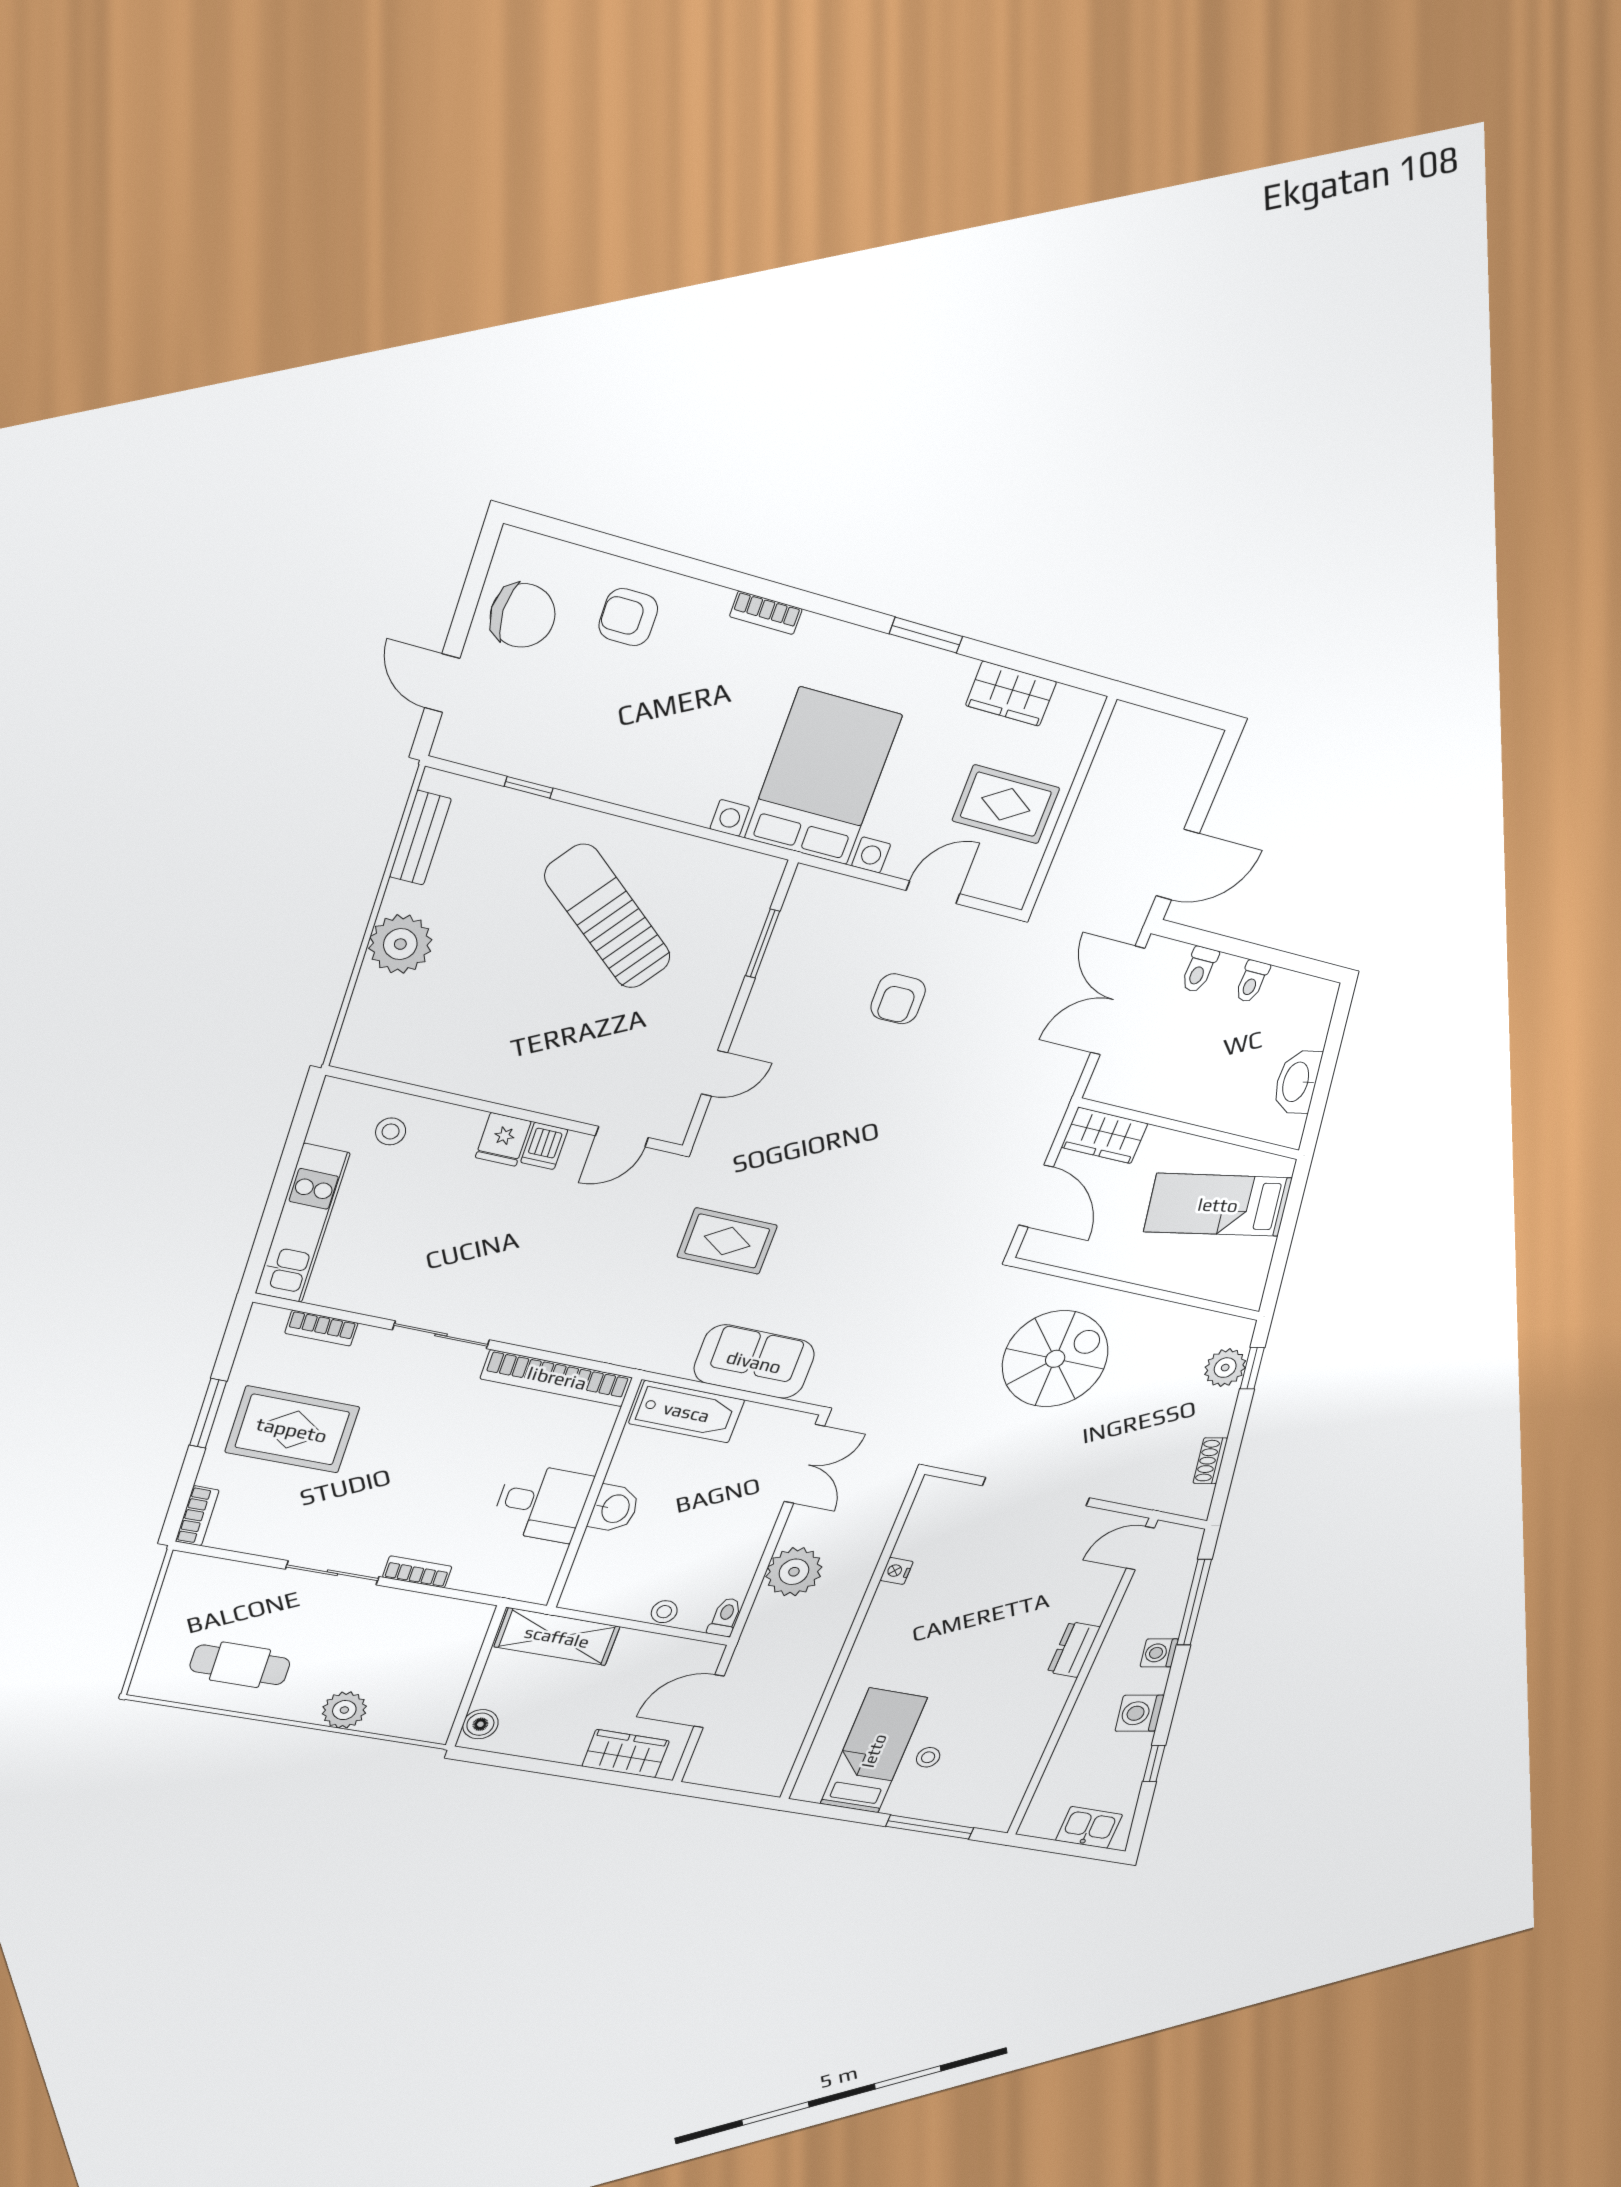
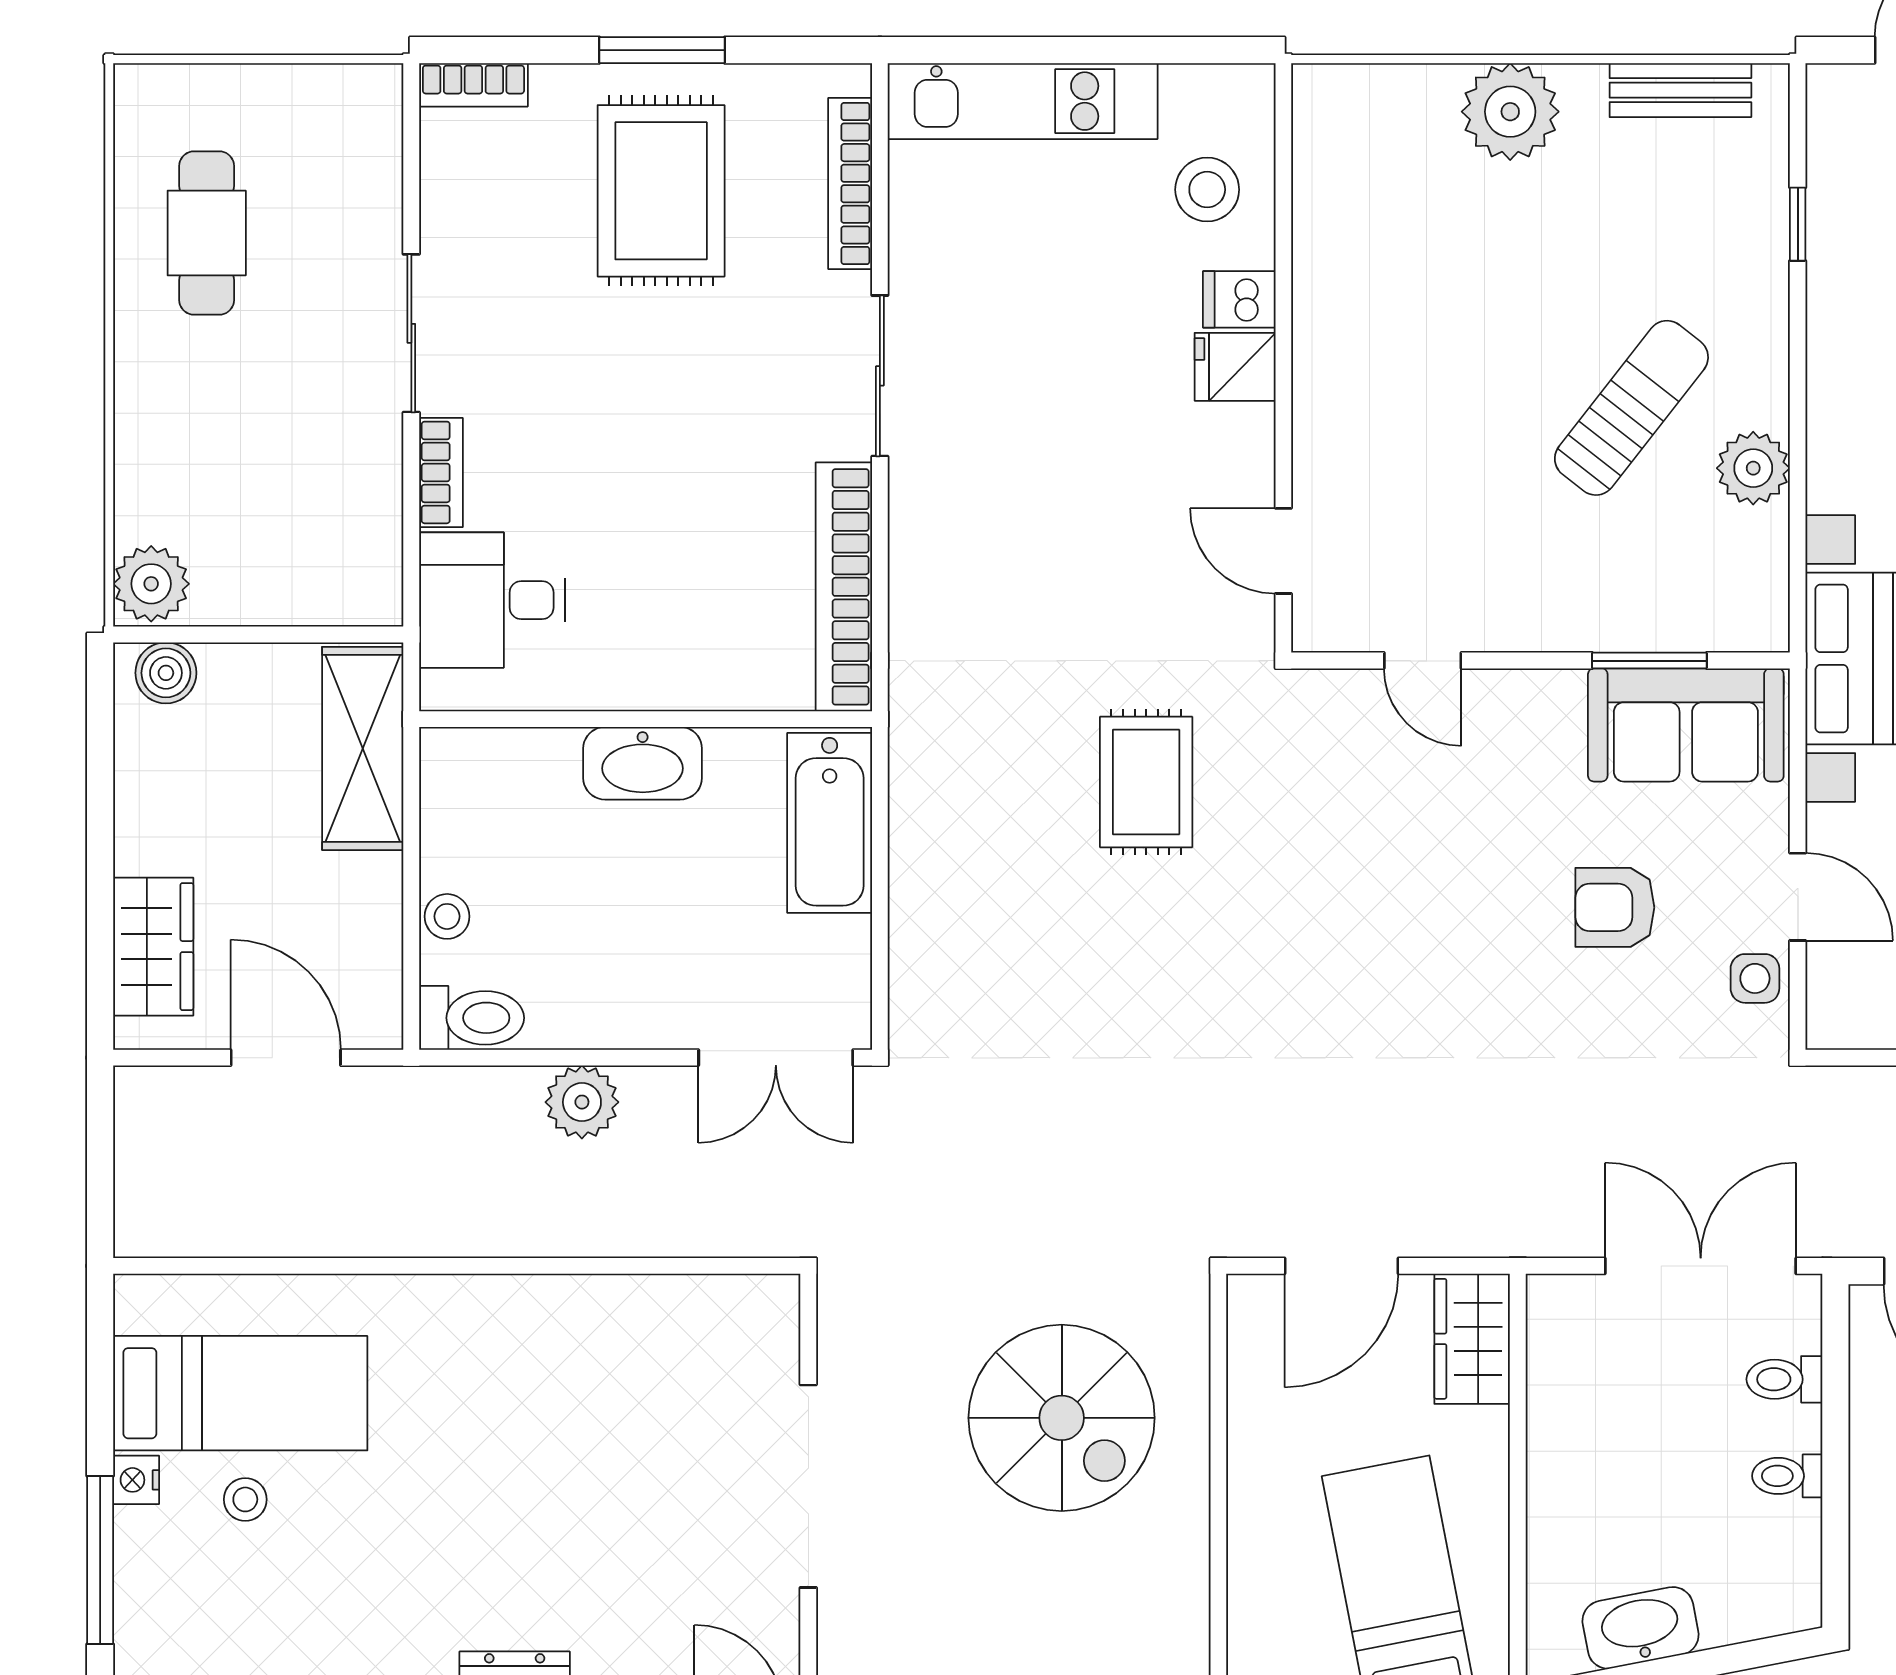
plant: (670, 853) -> (1753, 468), added
sun lounger: (608, 917) -> (1631, 408), width x0.73, depth x0.75
side table: (970, 929) -> (1755, 978), added
stool: (391, 1131) -> (1207, 190), width x1.37, depth x1.37
dishwasher: (544, 1146) -> (1239, 299), moved
bookcase: (321, 1328) -> (850, 183), width x1.56
sofa: (754, 1362) -> (1686, 725), moved, turned 90
desk: (542, 1503) -> (492, 600), moved, turned 90
washbasin: (614, 1509) -> (643, 763), width x1.38
nightstand: (897, 1571) -> (136, 1480), moved, turned -90
plant: (794, 1572) -> (582, 1102), width x0.73, depth x0.73
toilet: (725, 1617) -> (472, 1018), width x1.37, depth x1.39
plant: (344, 1710) -> (151, 584), moved

